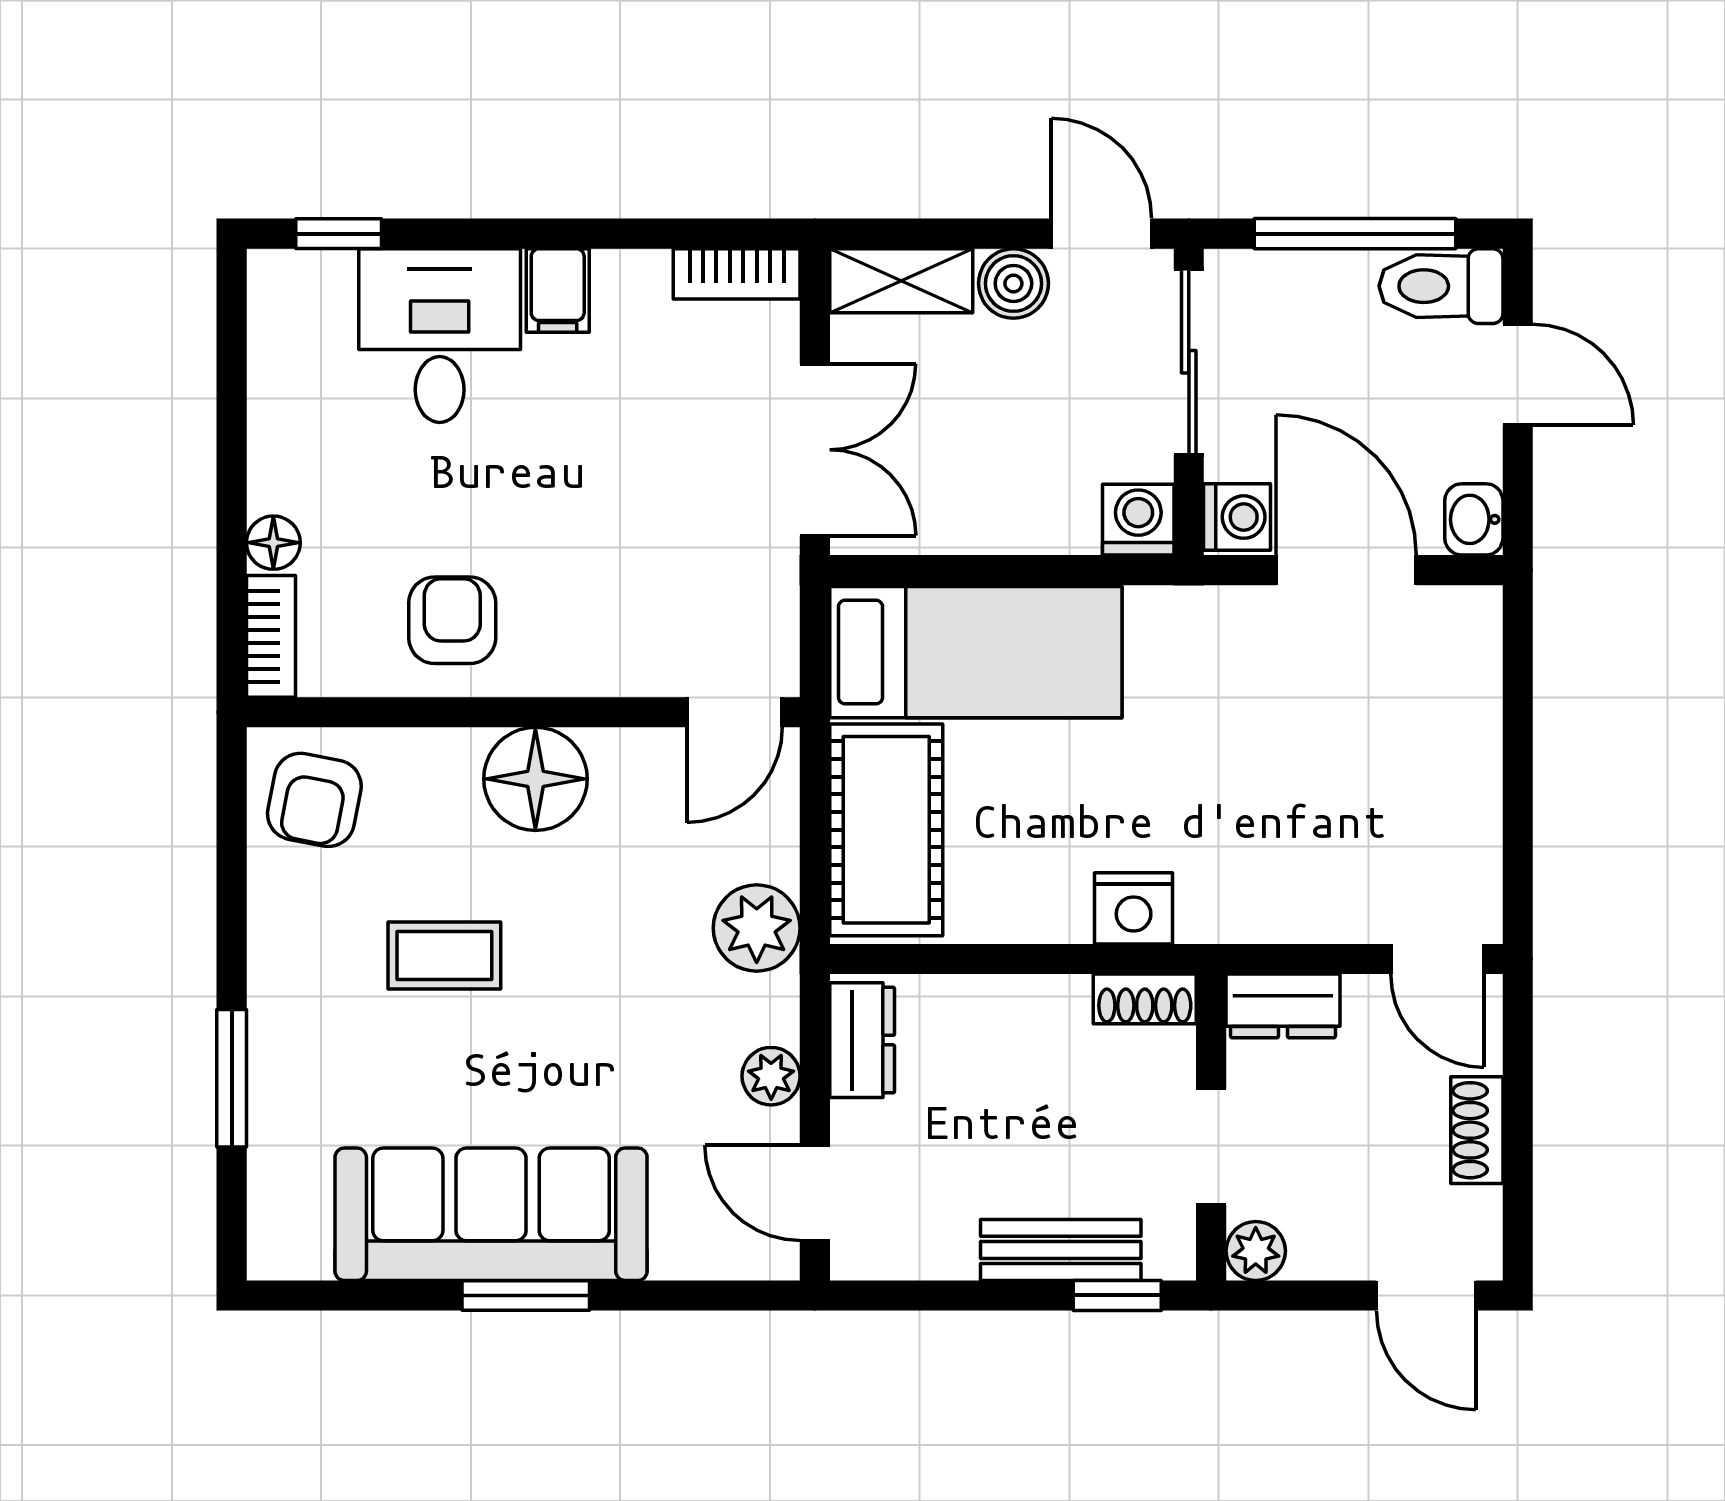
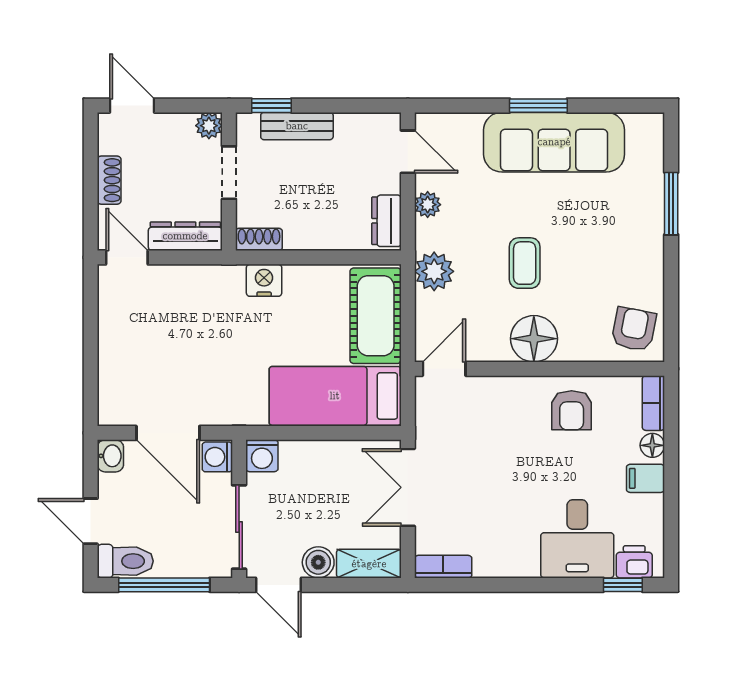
printer: (313, 285) -> (634, 562), added
filing cabinet: (558, 291) -> (645, 478), moved, turned -90
coffee table: (444, 955) -> (525, 263), moved, turned 90
dresser: (1283, 1006) -> (185, 236), width x1.44

